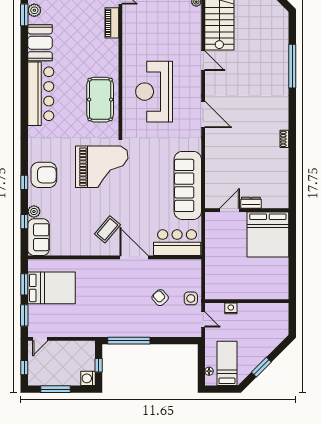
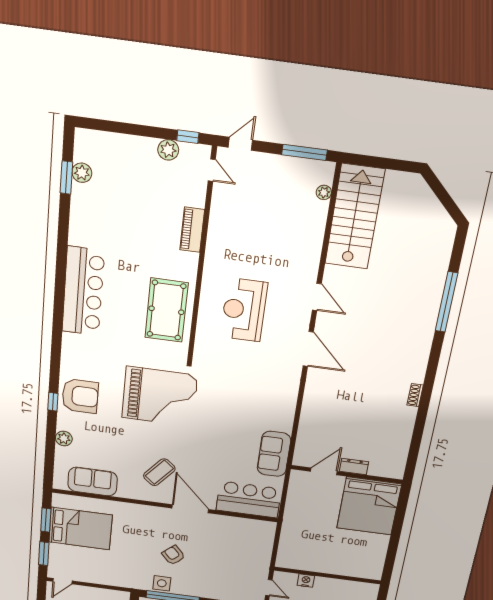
piano: (112, 23) -> (192, 230), moved
booth: (40, 43) -> (87, 221), removed
door: (203, 61) -> (317, 297), moved
reception desk: (154, 92) -> (244, 310), width x0.74, depth x0.77
sofa: (188, 185) -> (274, 454), width x0.54, depth x0.79
window: (24, 222) -> (50, 449), removed
sofa: (38, 237) -> (93, 482), moved, turned -90
armchair: (160, 298) -> (173, 555), moved
side table: (191, 298) -> (162, 583), moved

